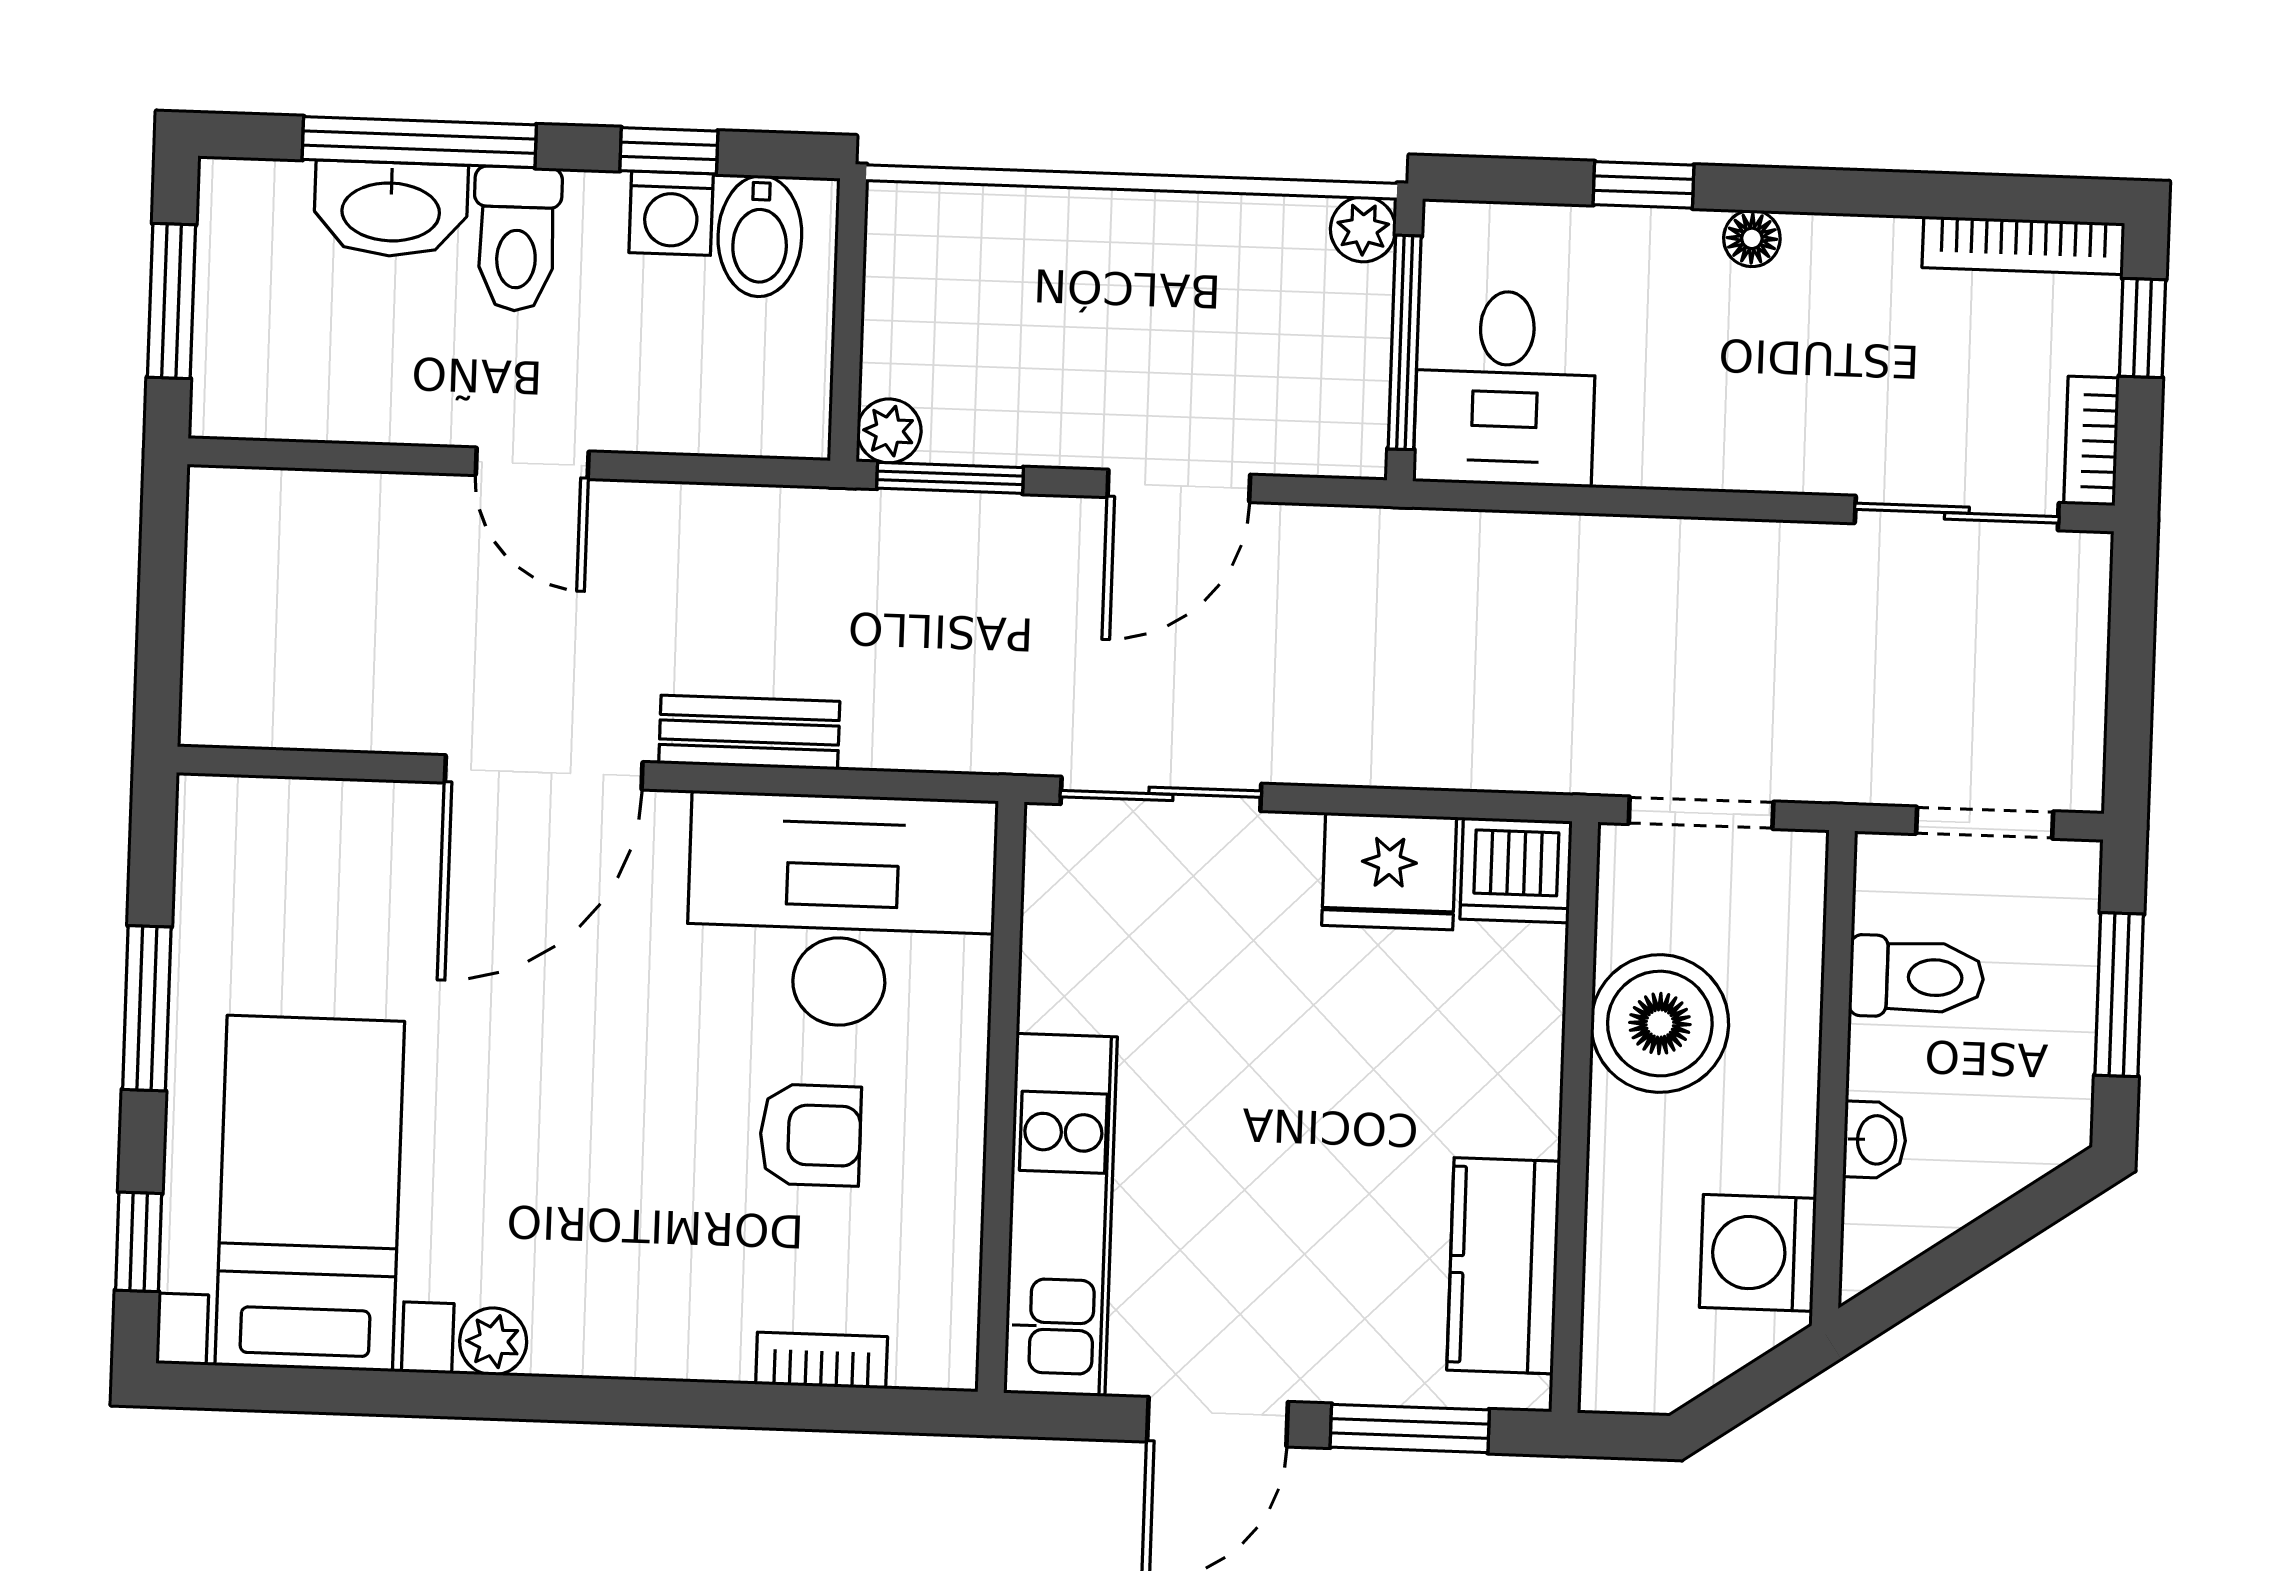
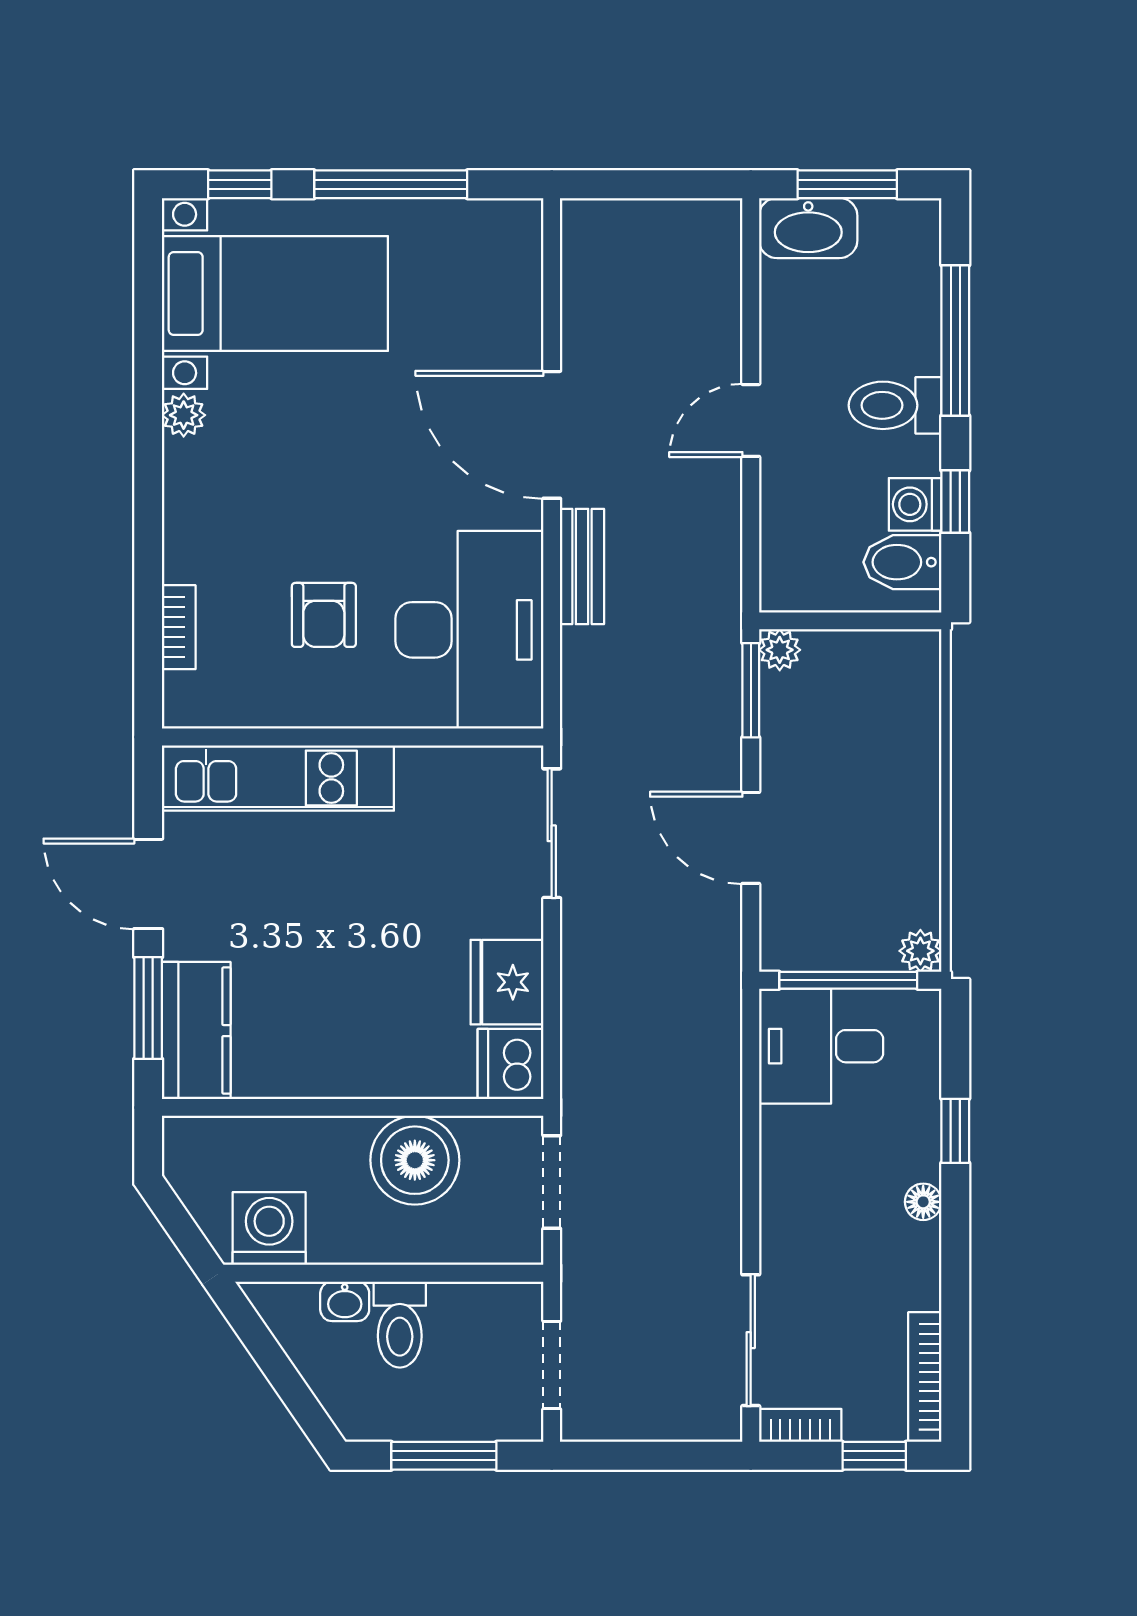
washbasin: (391, 209) -> (808, 228), moved, turned -90
toilet: (1916, 977) -> (400, 1325), moved
window: (147, 1008) -> (391, 184), width x1.44
kitchen counter: (1504, 1266) -> (196, 1031), moved, turned 90

